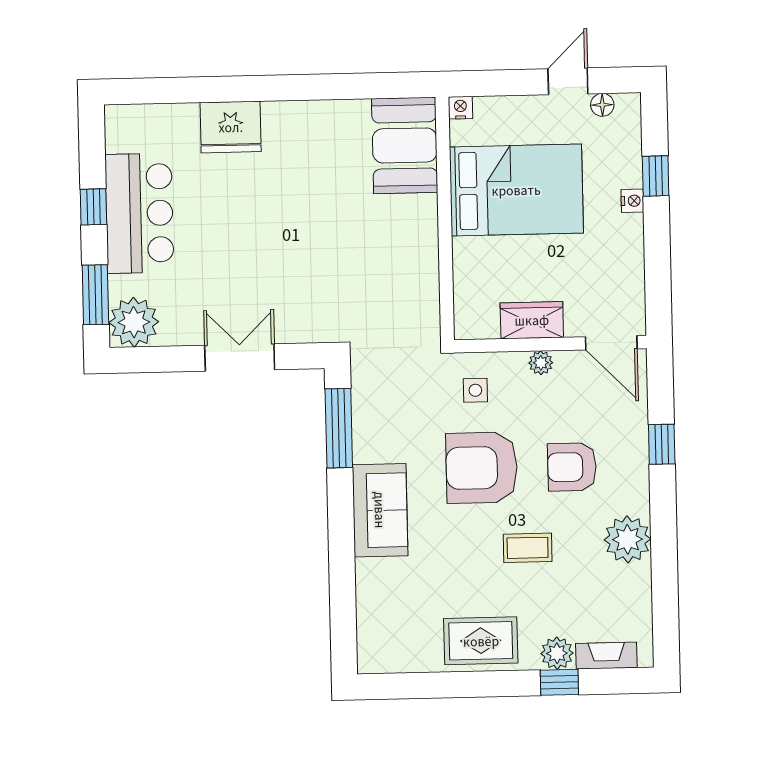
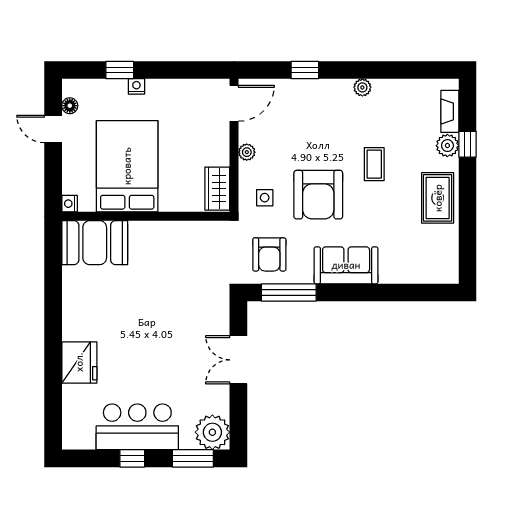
wardrobe: (532, 320) -> (217, 189), moved
armchair: (572, 467) -> (269, 254), moved
plant: (627, 539) -> (362, 87), width x0.53, depth x0.53

